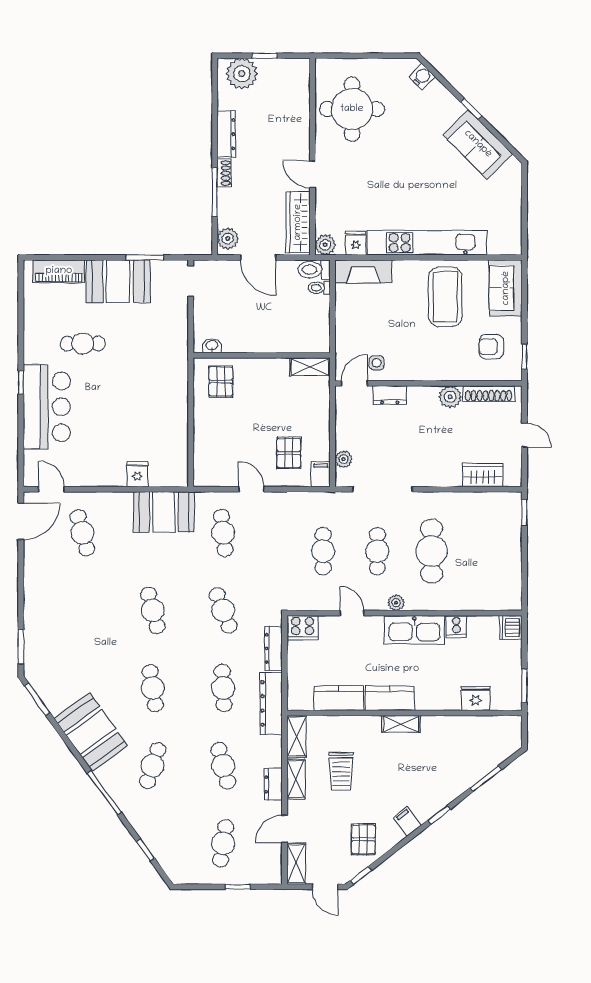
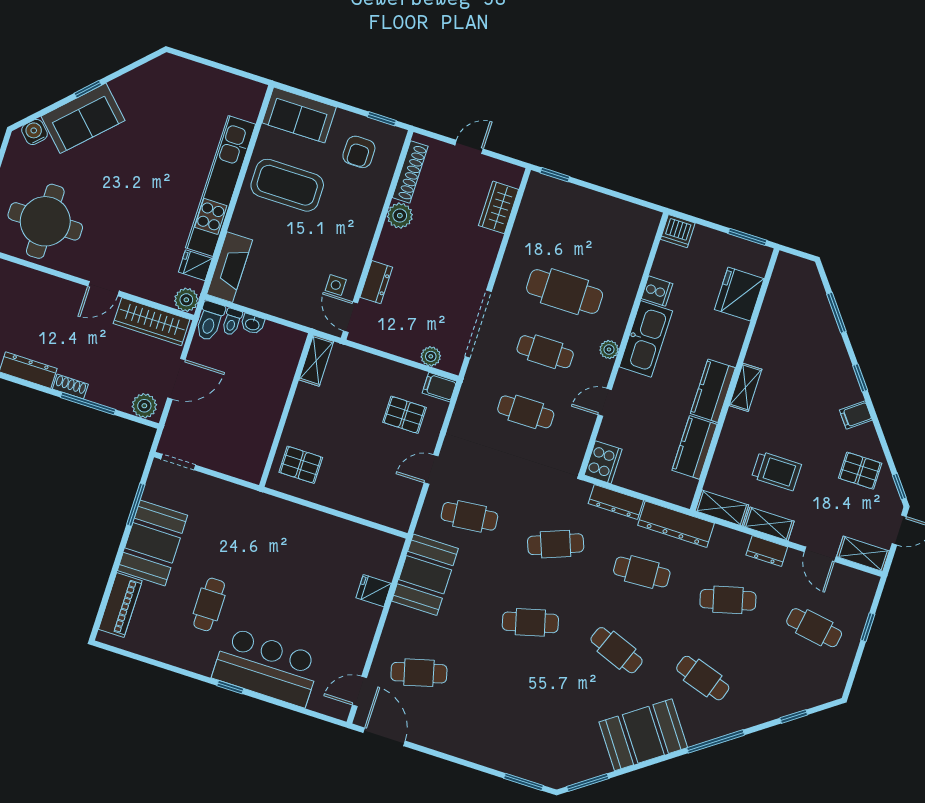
sofa: (478, 144) -> (83, 118), moved
washbasin: (212, 346) -> (252, 324), moved, turned -90
cafe table: (153, 688) -> (617, 650), turned 30
fridge: (476, 698) -> (739, 294), width x1.36, depth x1.34

